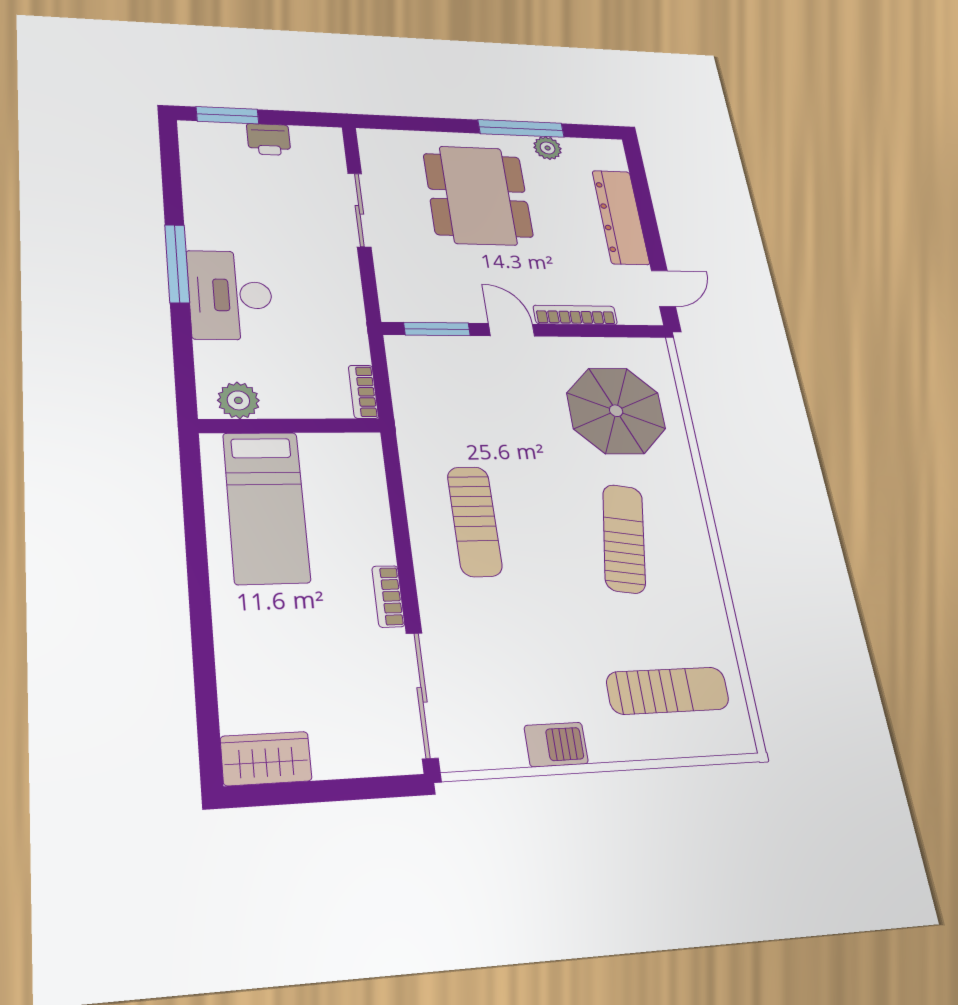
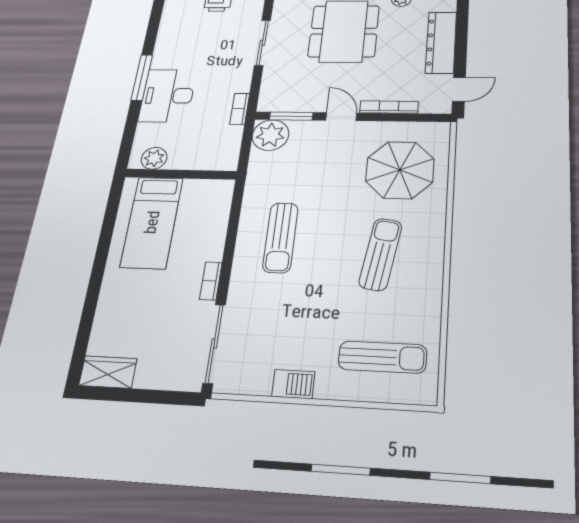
plant: (414, 360) -> (270, 135), added
bookcase: (363, 392) -> (240, 109), moved

